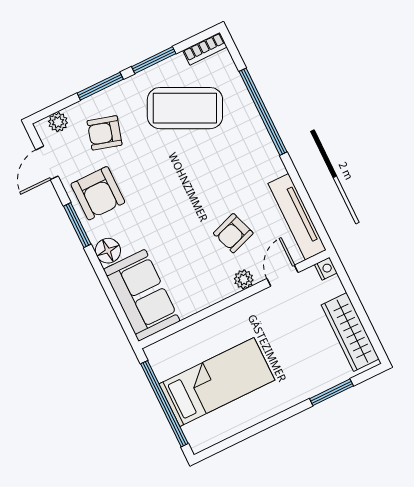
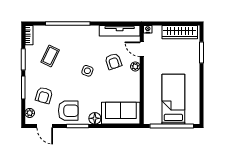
coffee table: (185, 108) -> (50, 56), width x0.54, depth x0.58
side table: (191, 193) -> (87, 71), added

